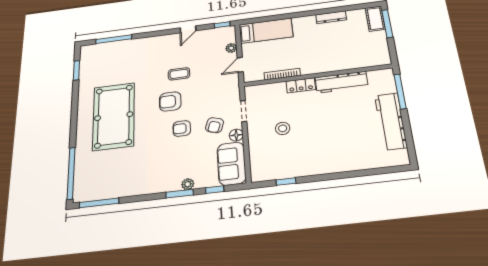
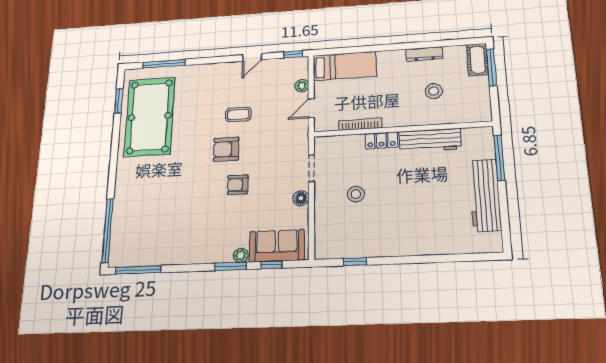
stool: (341, 45) -> (434, 91), added
pool table: (114, 116) -> (150, 117), moved
armchair: (215, 125) -> (276, 184), removed
sofa: (232, 164) -> (277, 246), moved, turned 90

